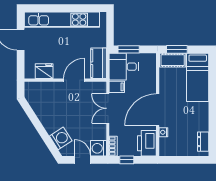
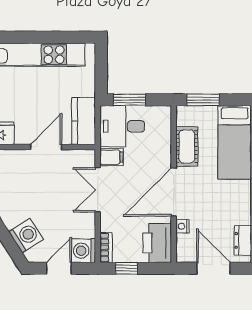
cot: (173, 60) -> (187, 146), moved, turned 90
door: (82, 160) -> (59, 268), hinge flipped
door: (184, 160) -> (214, 268), added

